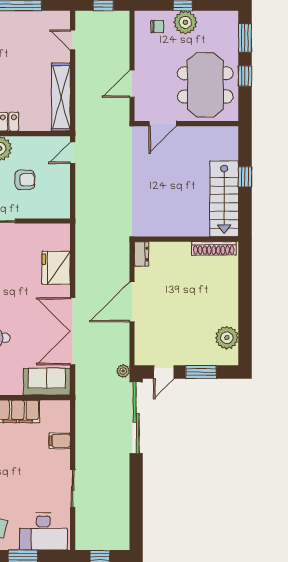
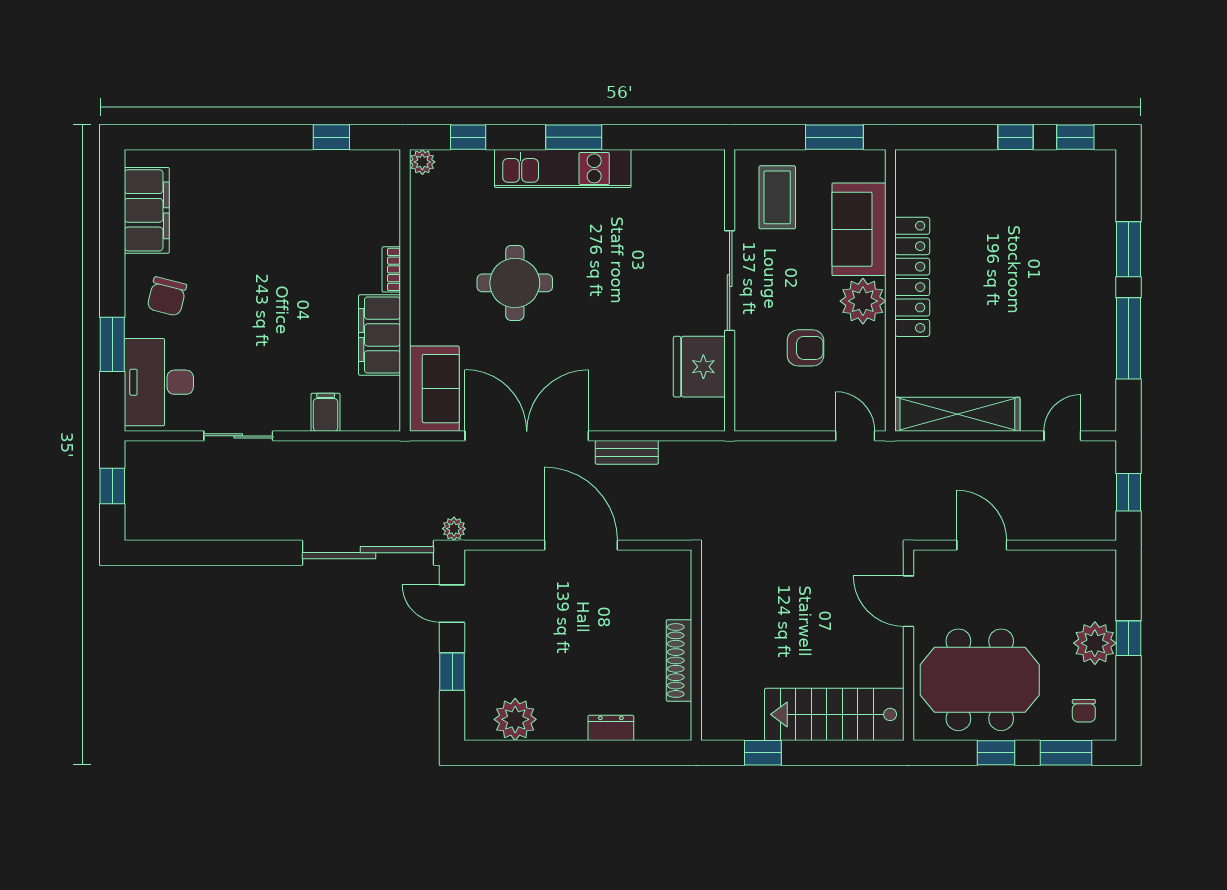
chair: (157, 27) -> (1084, 711), moved
window: (245, 177) -> (763, 753), moved
armchair: (25, 180) -> (805, 348), turned -90
stairs: (224, 199) -> (834, 714), moved
shoe rack: (214, 248) -> (679, 660), moved
dresser: (141, 254) -> (611, 728), moved, turned 180
fridge: (56, 268) -> (699, 367), moved, turned -90
bench: (82, 277) -> (627, 452), added
window: (201, 372) -> (452, 672), width x0.67

